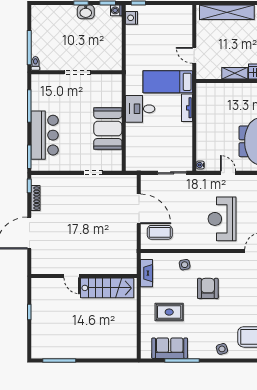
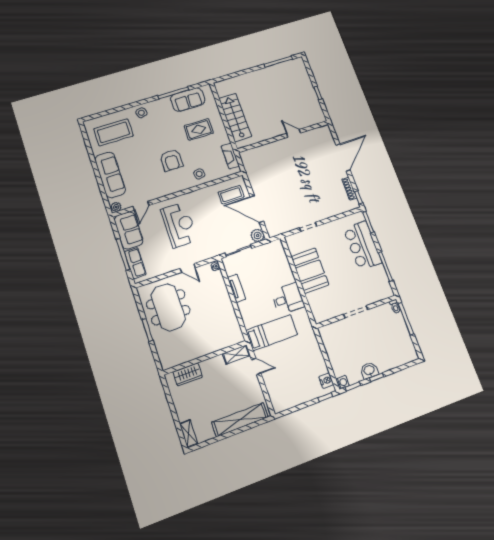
shelving: (235, 73) -> (236, 355), moved
tv unit: (187, 108) -> (237, 288), moved
plant: (148, 182) -> (258, 235), added
stairs: (107, 288) -> (235, 117), moved, turned 90

